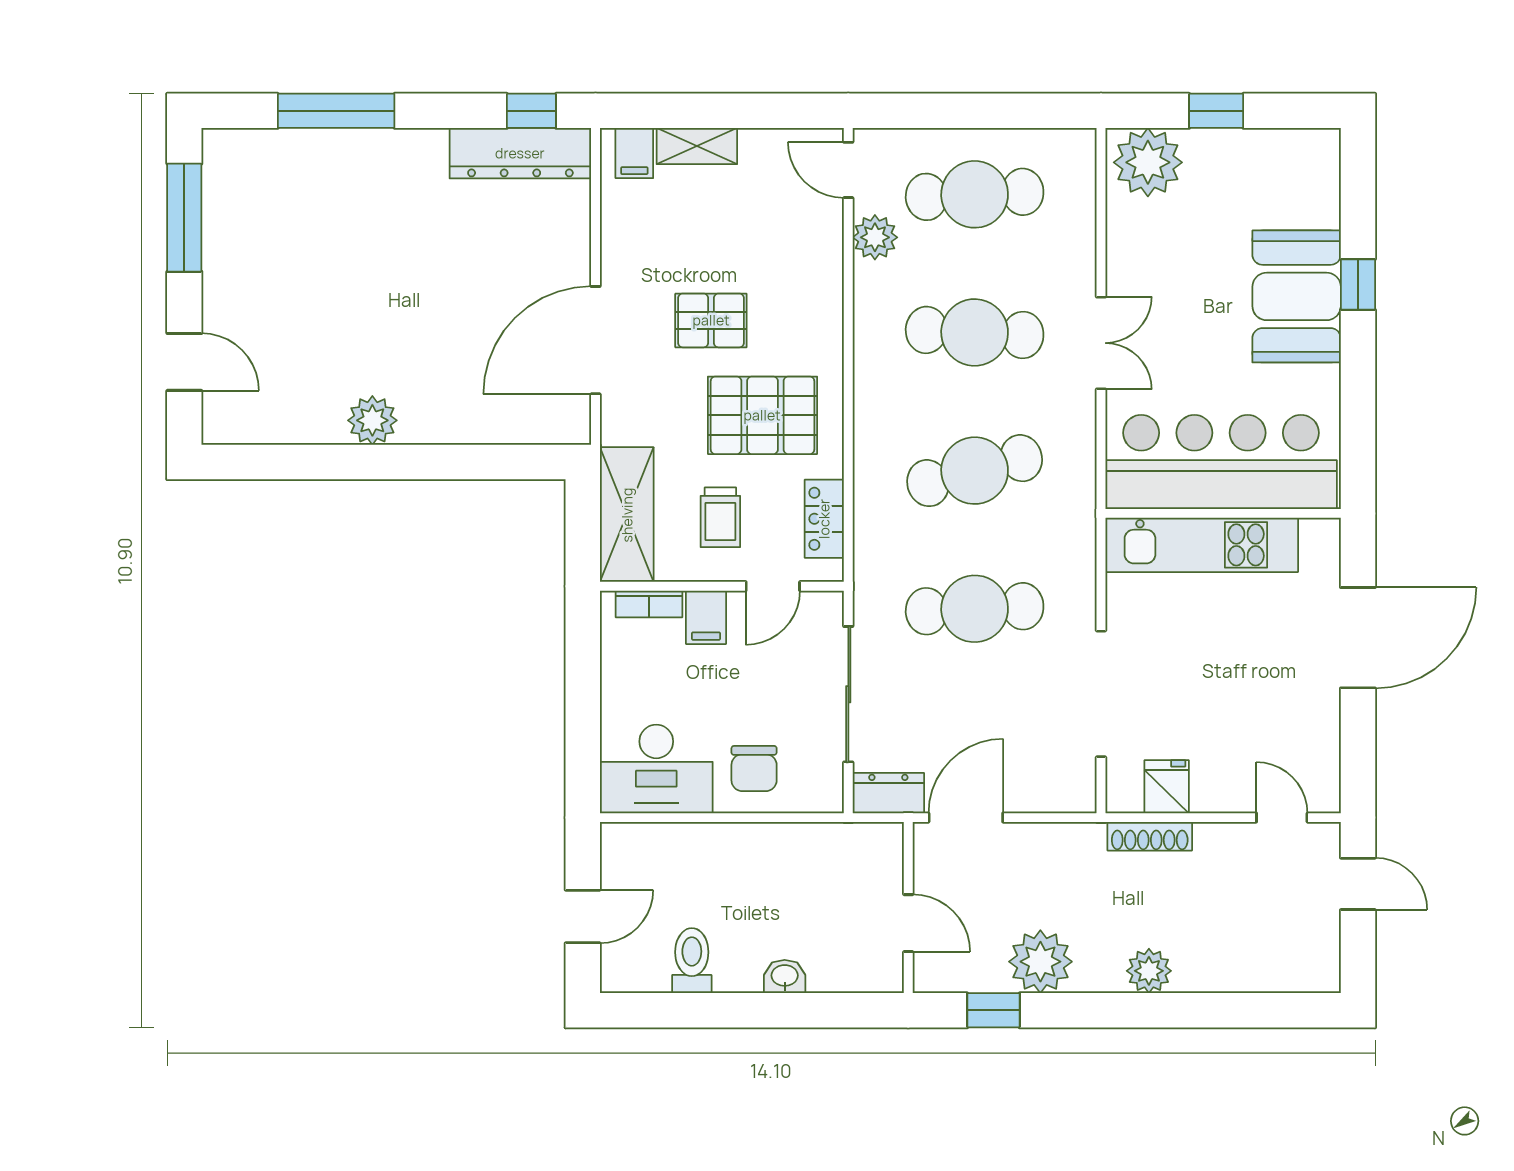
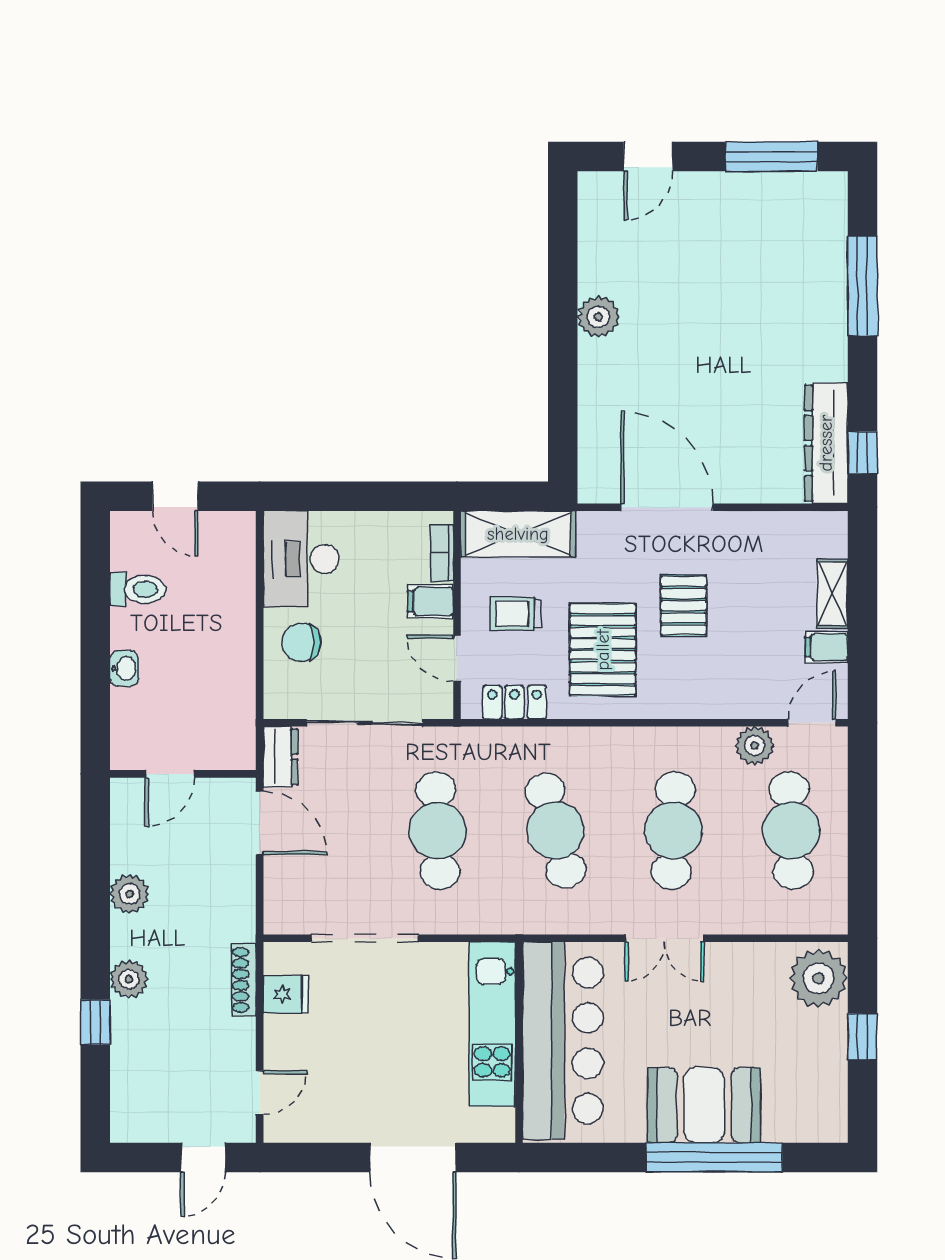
filing cabinet: (634, 153) -> (826, 647), moved
window: (1358, 284) -> (714, 1157), width x3.17
plant: (1040, 962) -> (130, 894), width x0.73, depth x0.73
window: (993, 1010) -> (95, 1022), moved

